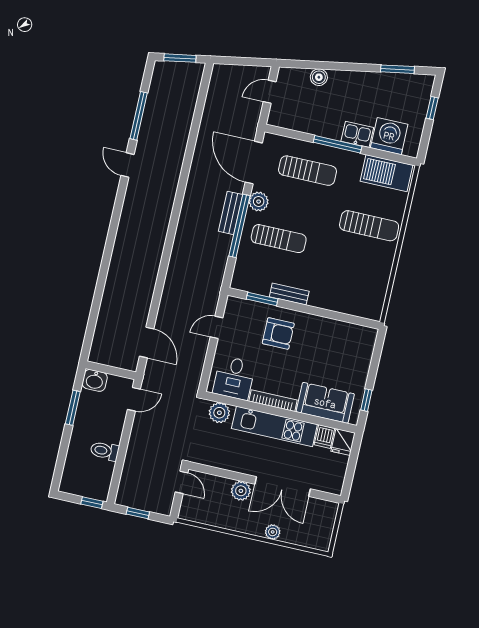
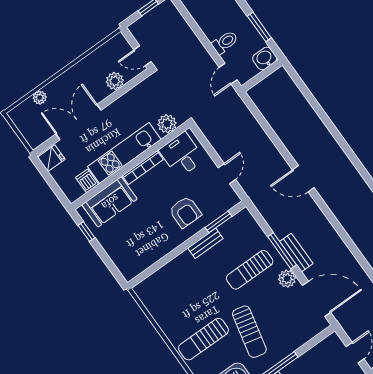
sun lounger: (307, 171) -> (249, 332), moved, turned -77
window: (239, 226) -> (282, 251), width x0.68
armchair: (278, 333) -> (185, 212), turned -90
door: (147, 342) -> (303, 179), moved
fridge: (343, 442) -> (51, 158), moved, turned 90
toilet: (105, 451) -> (225, 42), moved
plant: (241, 491) -> (115, 81), moved
plant: (273, 532) -> (40, 98), moved

